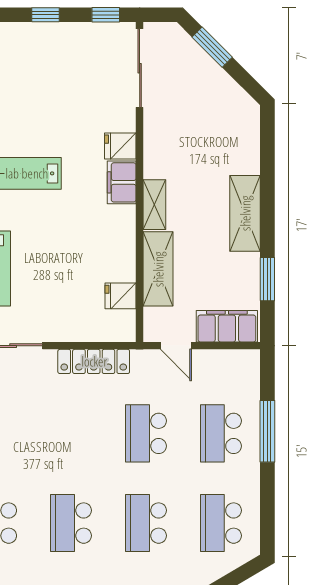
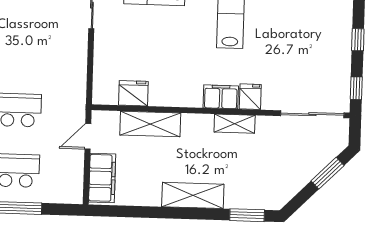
shelving: (154, 205) -> (235, 124), moved
window: (267, 279) -> (247, 215), moved
fridge: (121, 296) -> (133, 93), width x1.38
locker: (94, 361) -> (77, 70), removed

